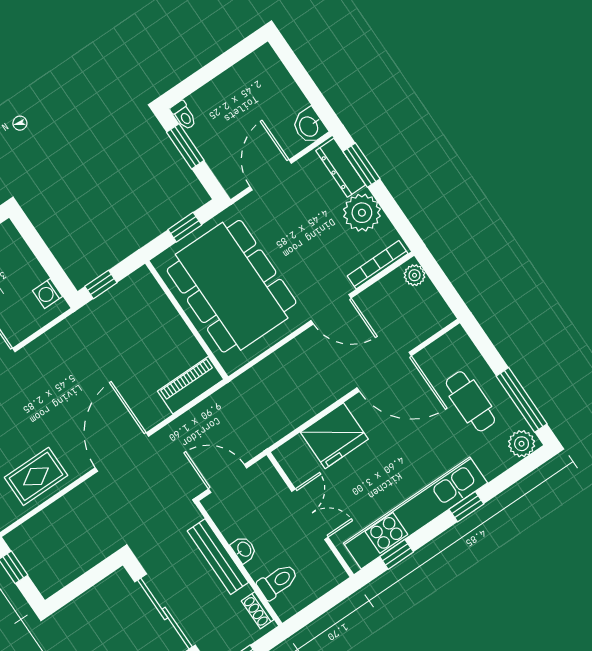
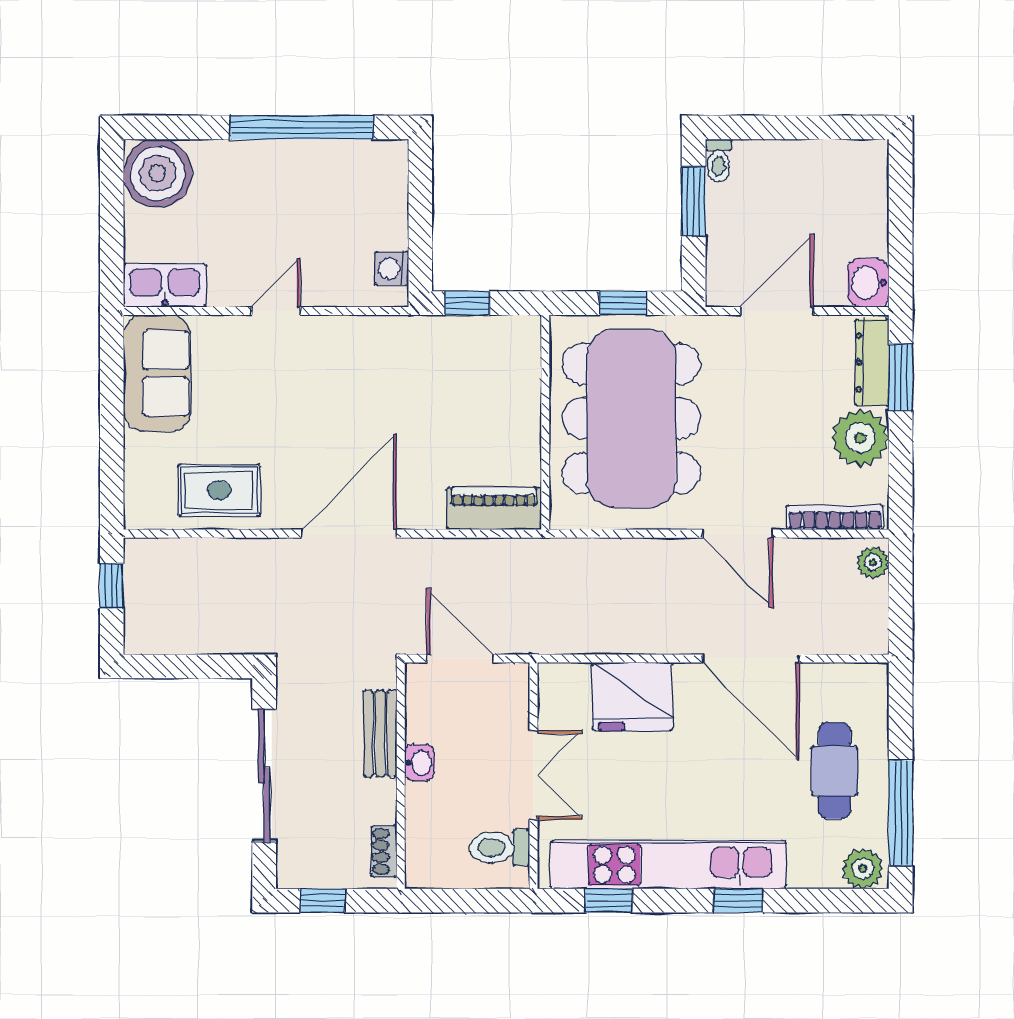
bench: (218, 557) -> (380, 733), width x0.73
toilet: (278, 582) -> (500, 848), moved, turned 180

